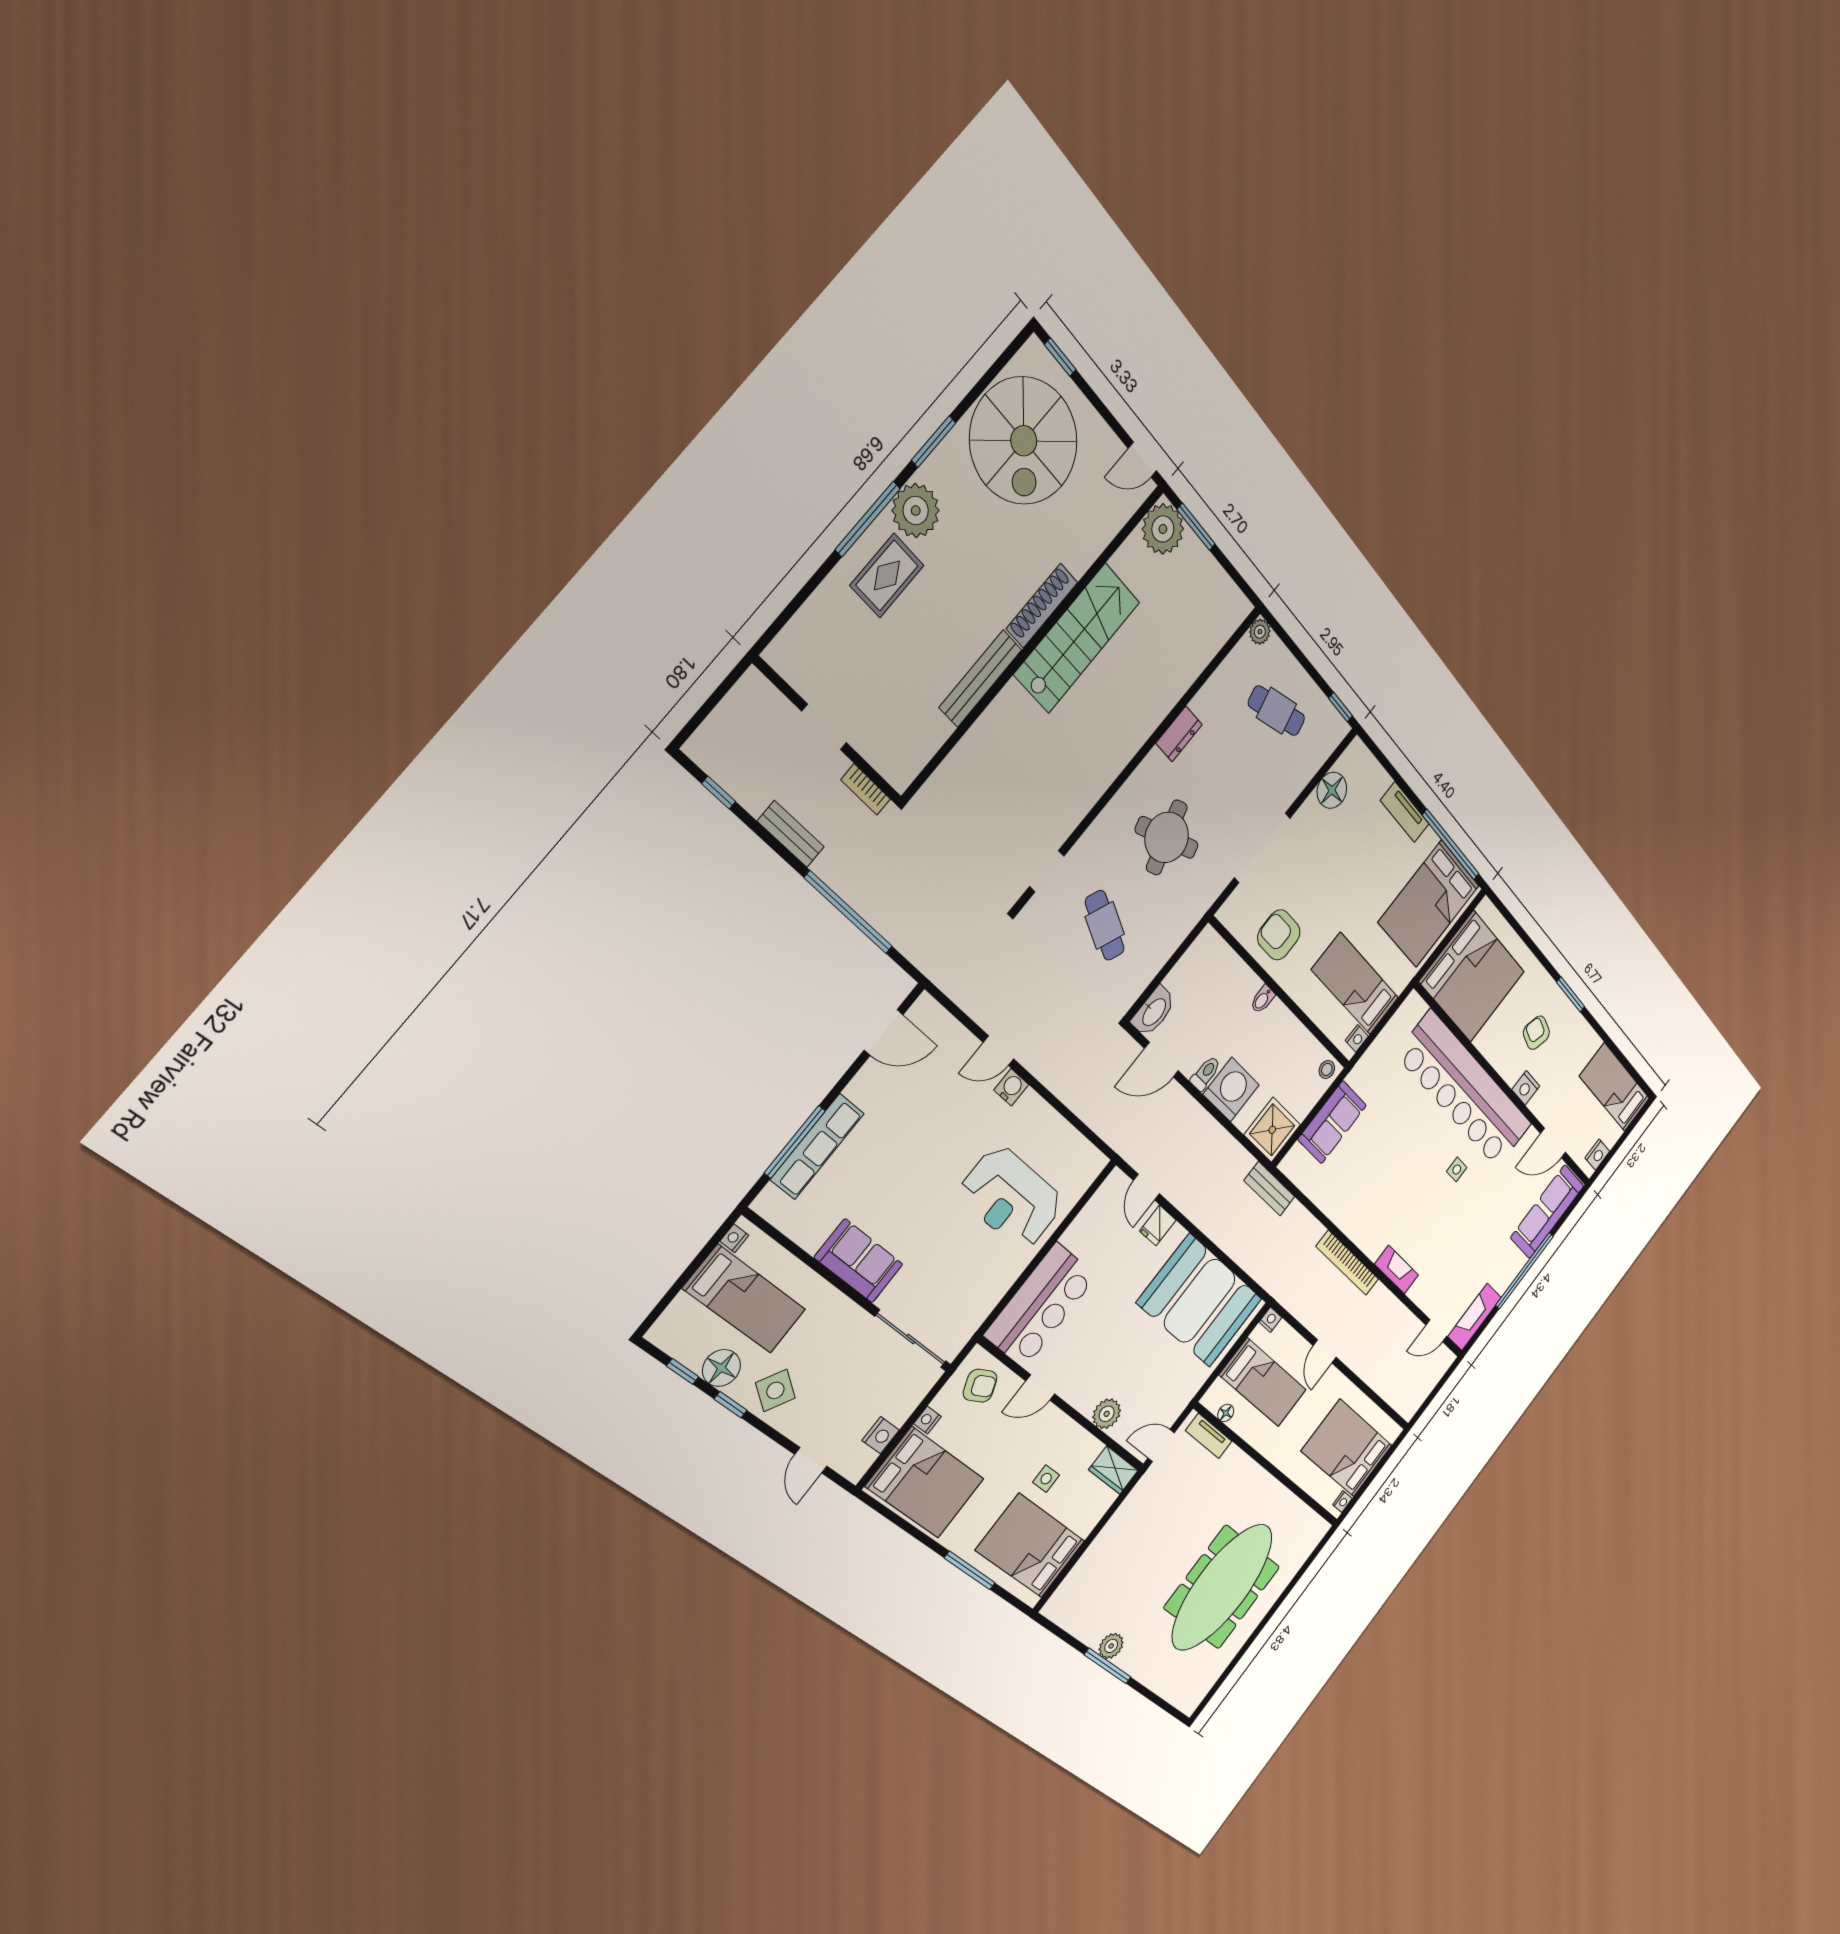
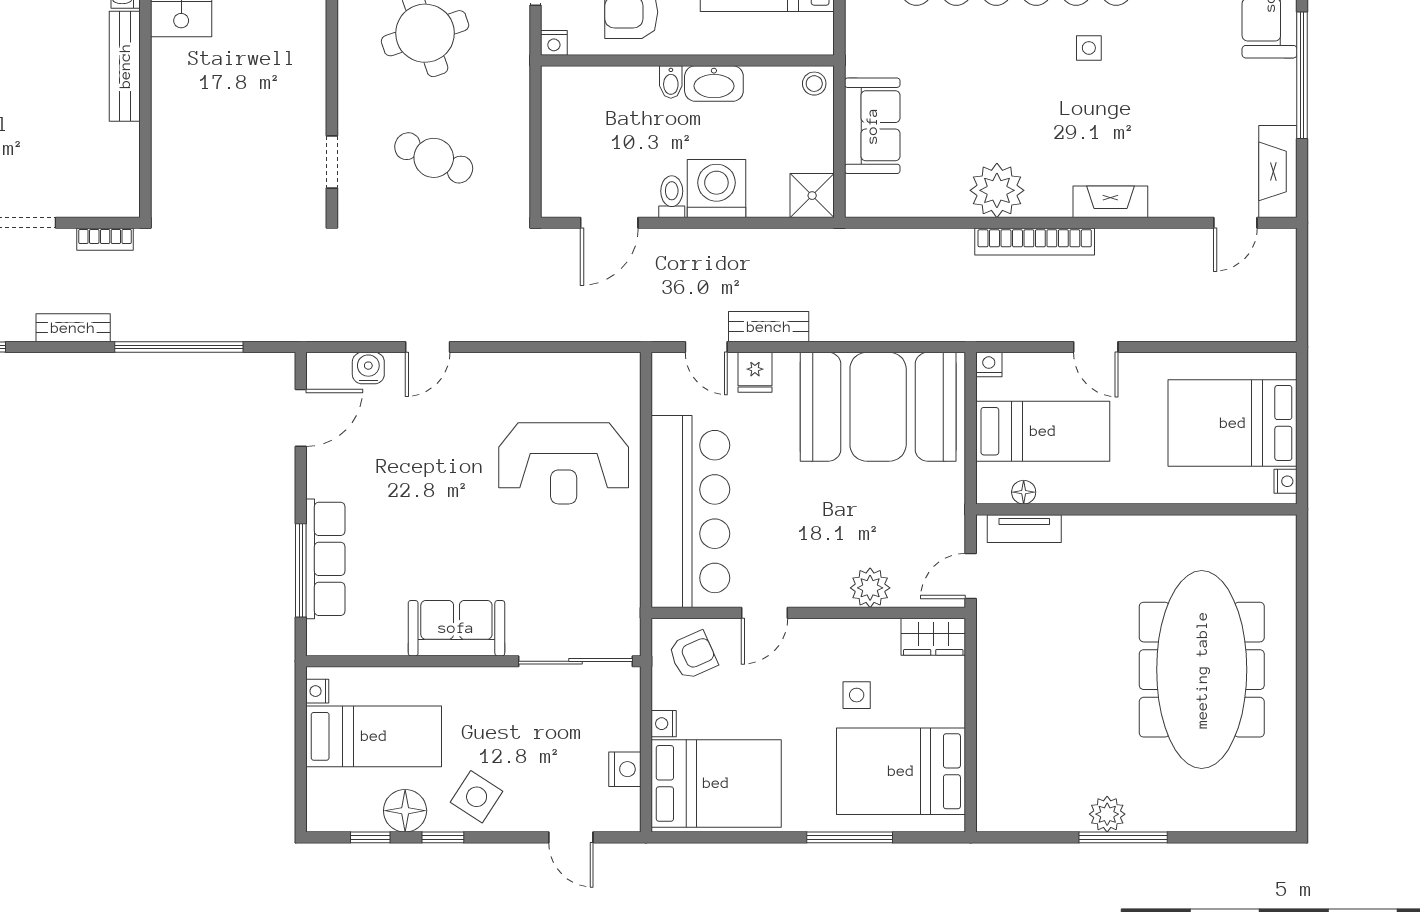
washbasin: (1154, 1012) -> (714, 84), moved, turned 90
nightstand: (1357, 1038) -> (554, 43), moved, turned 90
water cooler: (1011, 1087) -> (368, 368), moved
shower: (1272, 1130) -> (812, 196), width x0.73, depth x0.73
bench: (1269, 1189) -> (769, 327), moved
plant: (1355, 1216) -> (997, 190), added
bar counter: (1041, 1305) -> (690, 512), width x1.36

